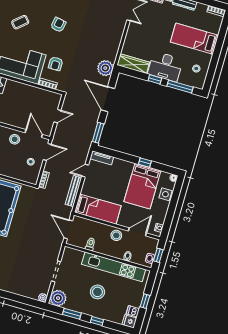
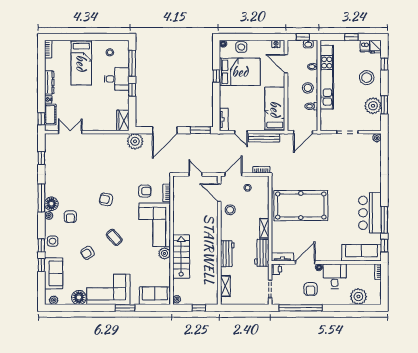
wardrobe: (133, 64) -> (123, 120), width x0.67
desk: (165, 67) -> (117, 79), width x0.73
door: (34, 134) -> (219, 193), hinge flipped
door: (47, 152) -> (233, 175), hinge flipped
stool: (116, 235) -> (308, 88), moved
stool: (97, 292) -> (367, 78), moved
plant: (58, 298) -> (373, 106), moved
window: (97, 321) -> (384, 64), moved

